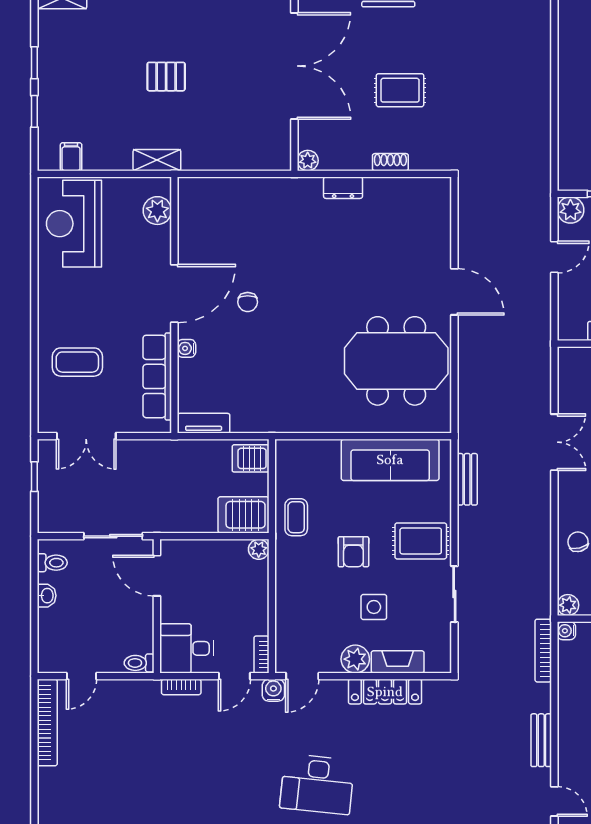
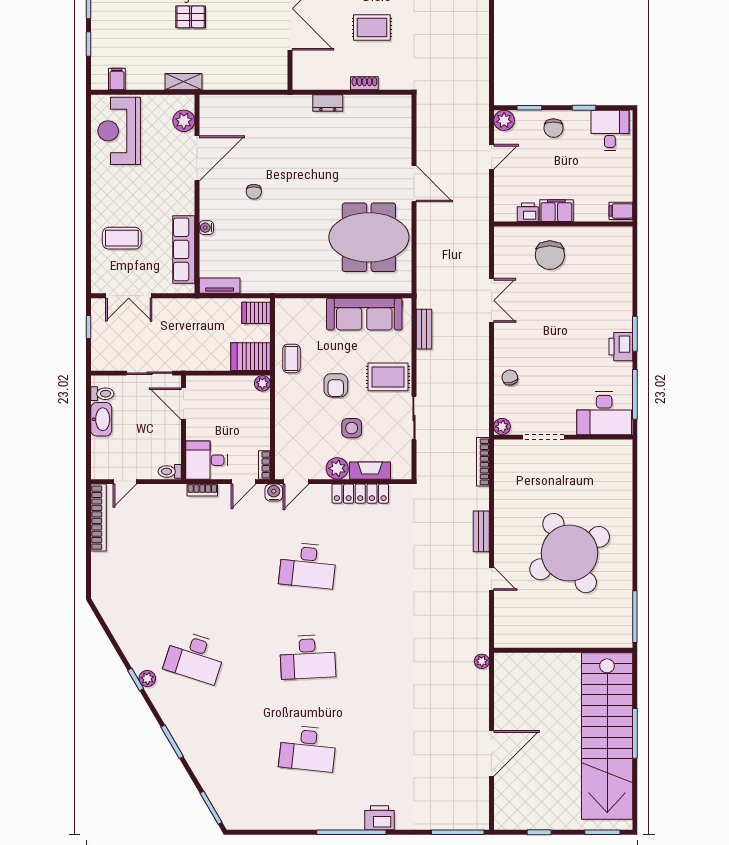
plant: (308, 160) -> (300, 82), removed
door: (174, 294) -> (197, 158), moved
washbasin: (47, 596) -> (101, 419), width x1.91, depth x1.45
water cooler: (566, 631) -> (501, 446), removed

